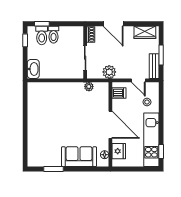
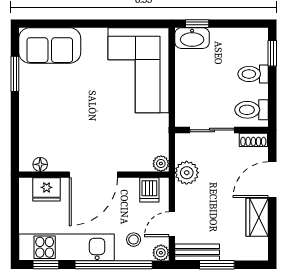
wardrobe: (145, 32) -> (257, 217), moved
toilet: (42, 35) -> (252, 110), moved
window: (25, 40) -> (197, 24), moved
plant: (89, 87) -> (161, 164), moved
plant: (154, 87) -> (161, 253), added
corner sofa: (51, 99) -> (139, 70), added
window: (161, 113) -> (114, 265), added
sofa: (79, 157) -> (50, 45), moved, turned 90

